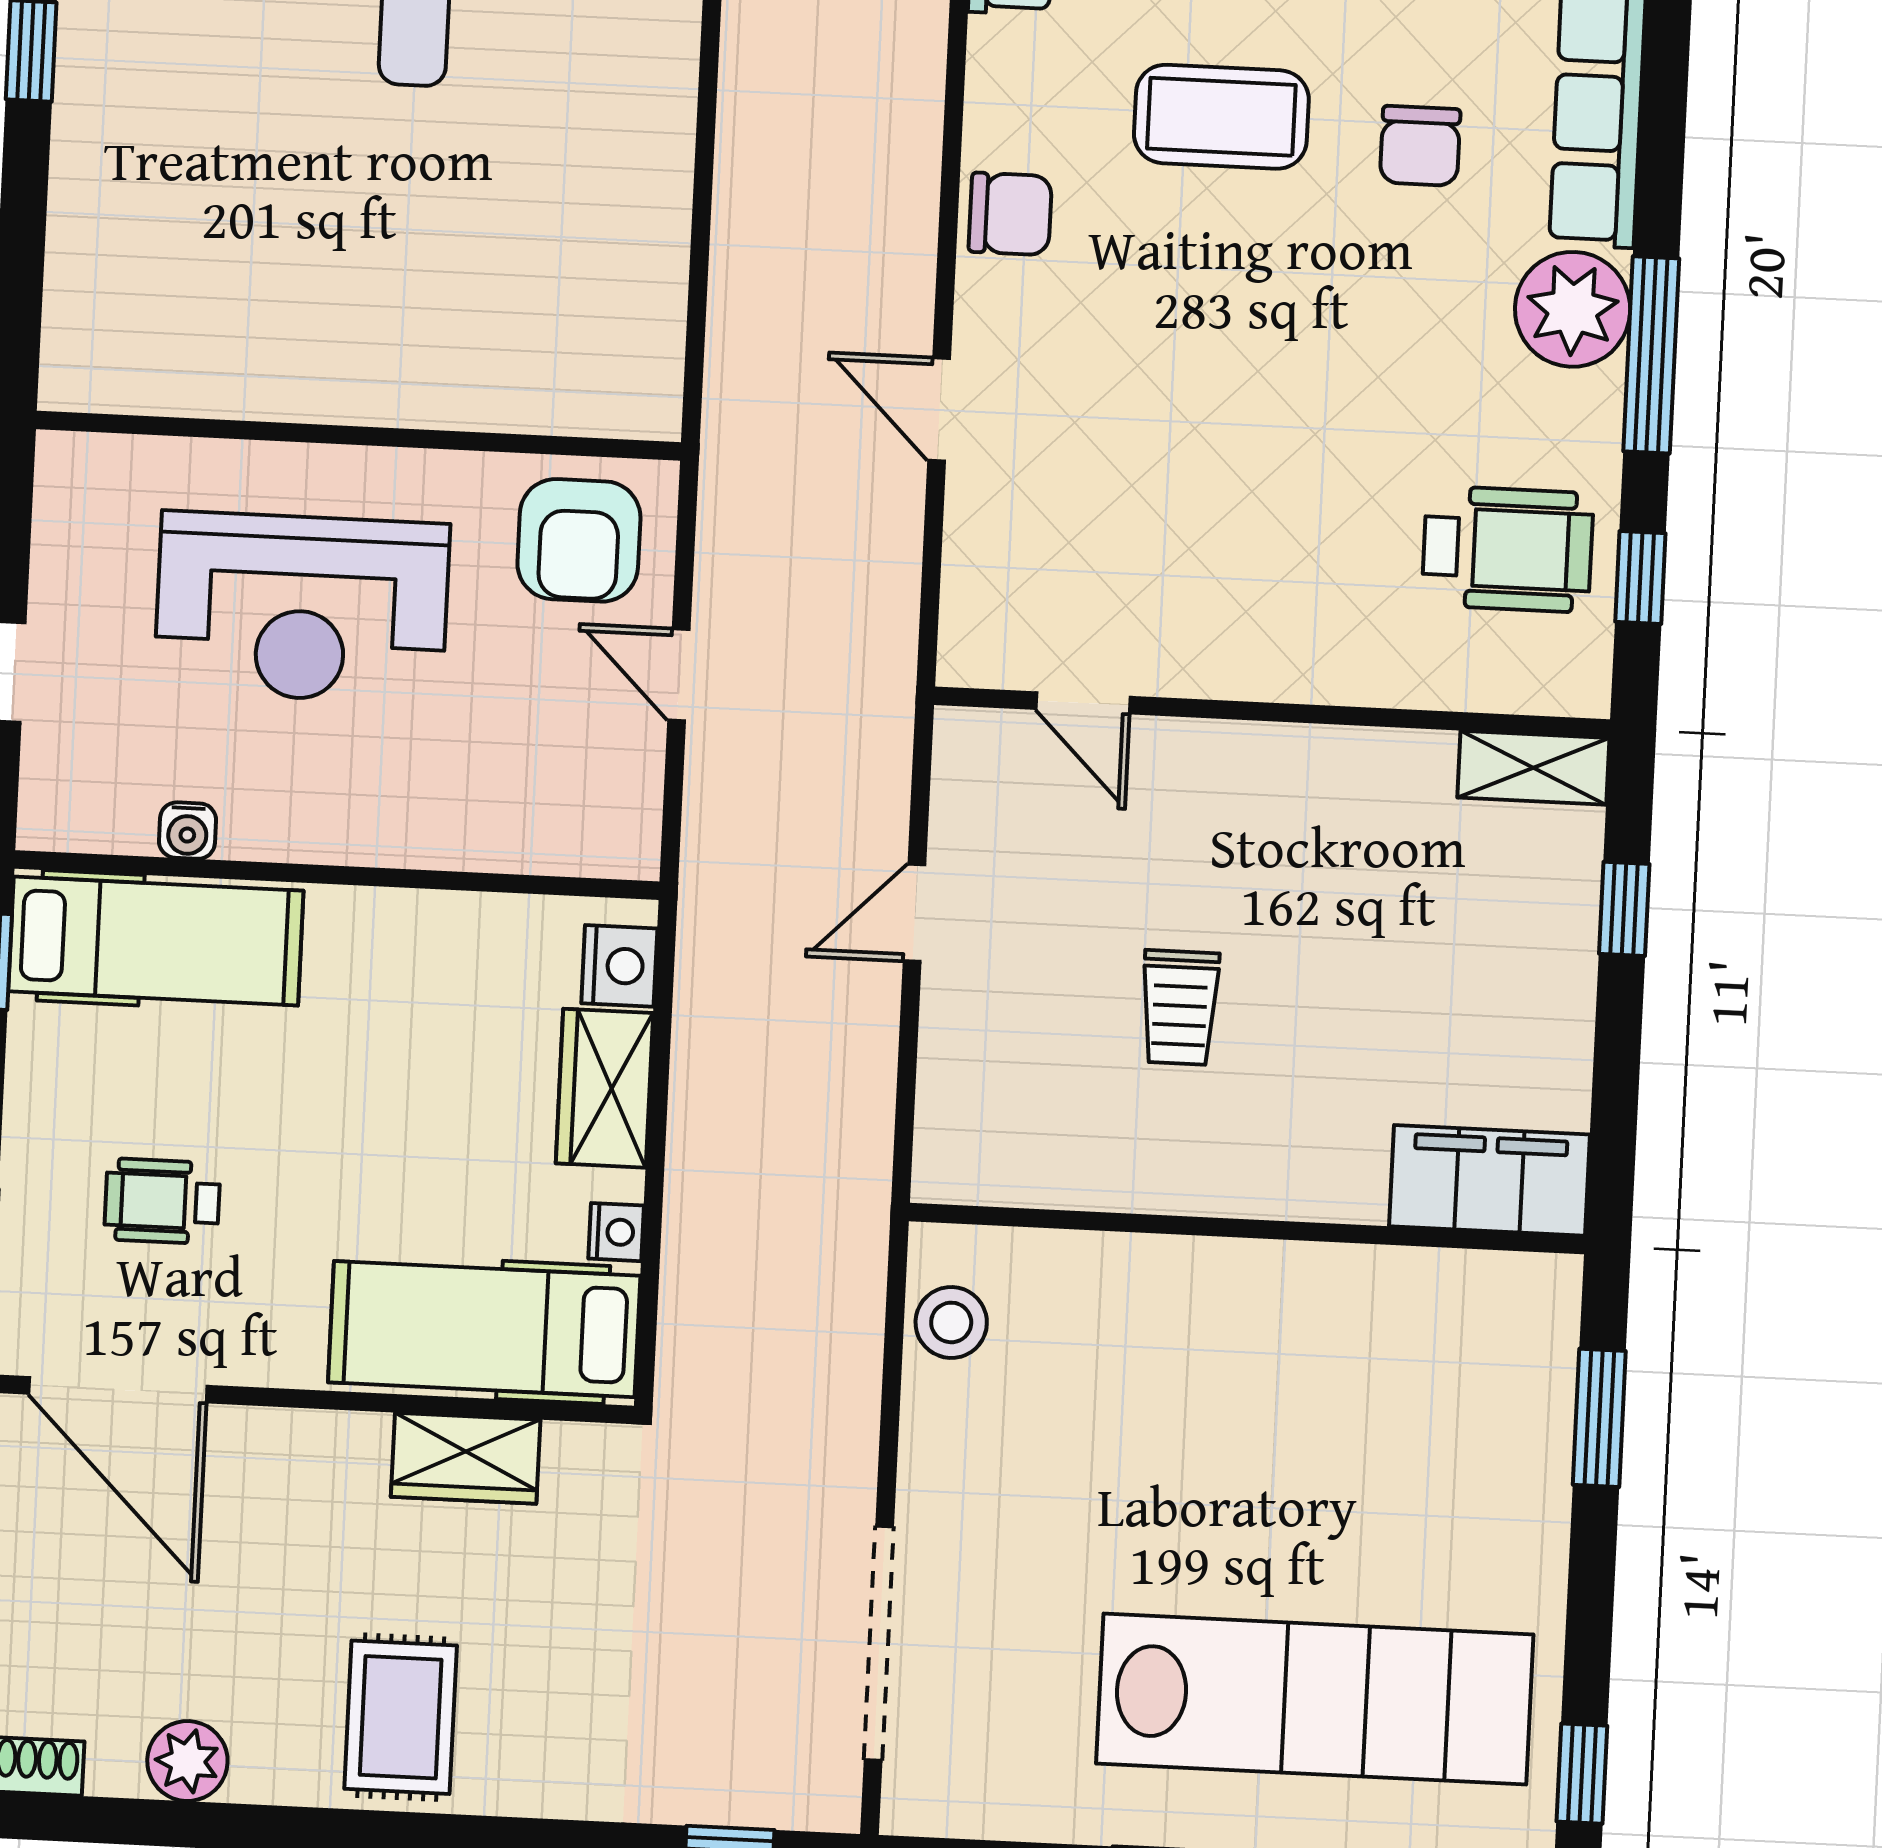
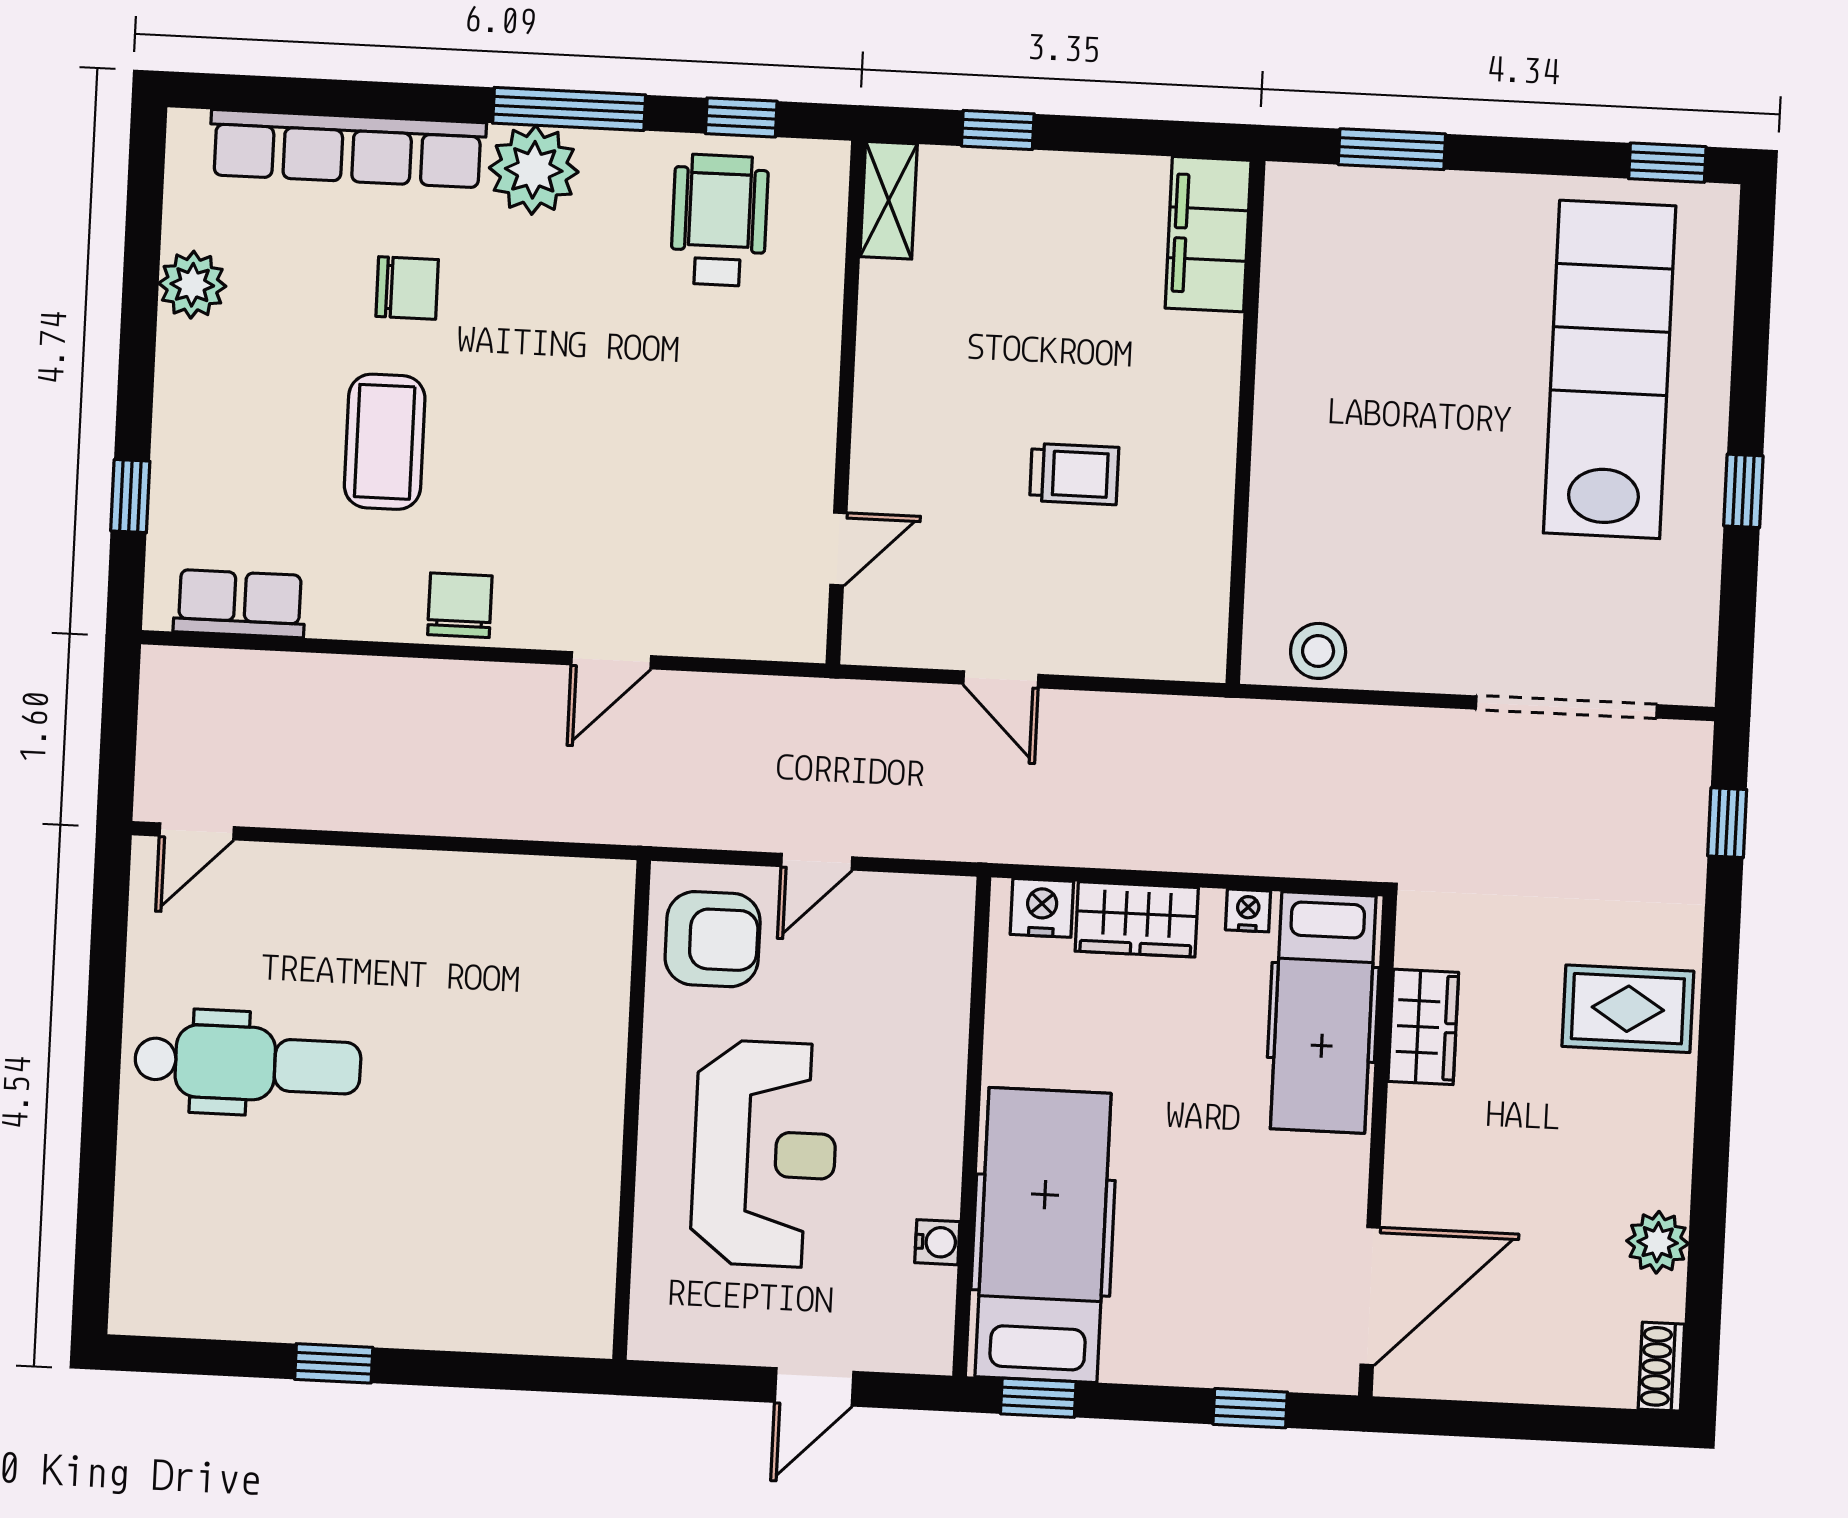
hospital bed: (156, 941) -> (1043, 1235), width x1.37, depth x1.29
wheelchair: (162, 1201) -> (1224, 1262), removed
rug: (401, 1717) -> (1628, 1009), moved

